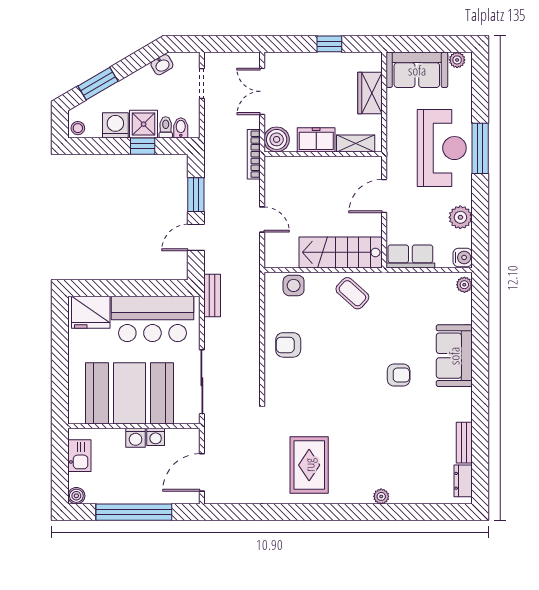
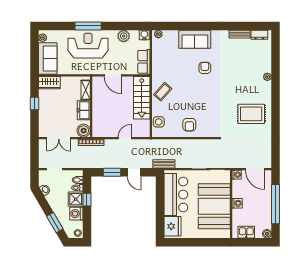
wardrobe: (370, 93) -> (49, 83), moved
washing machine: (156, 437) -> (237, 175), moved

